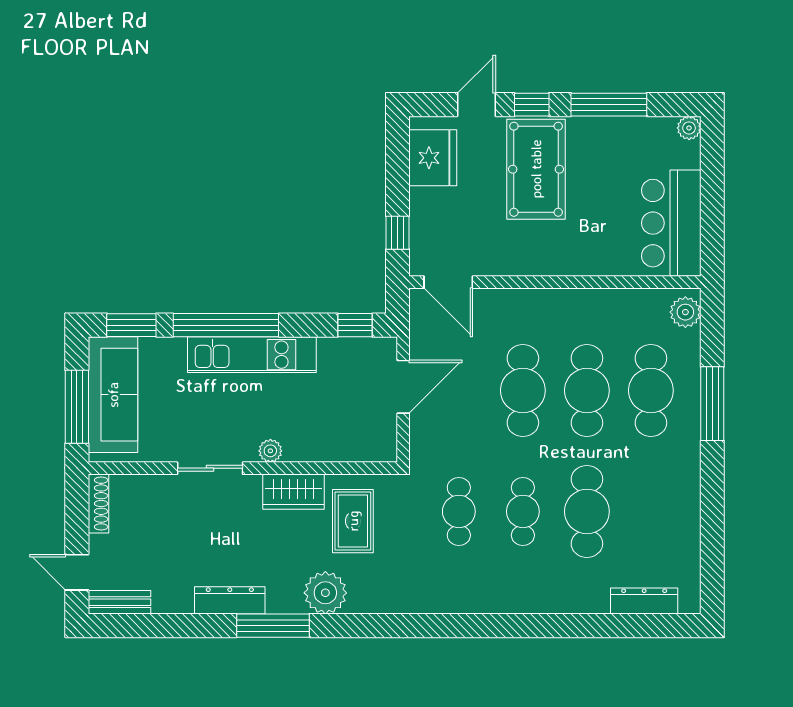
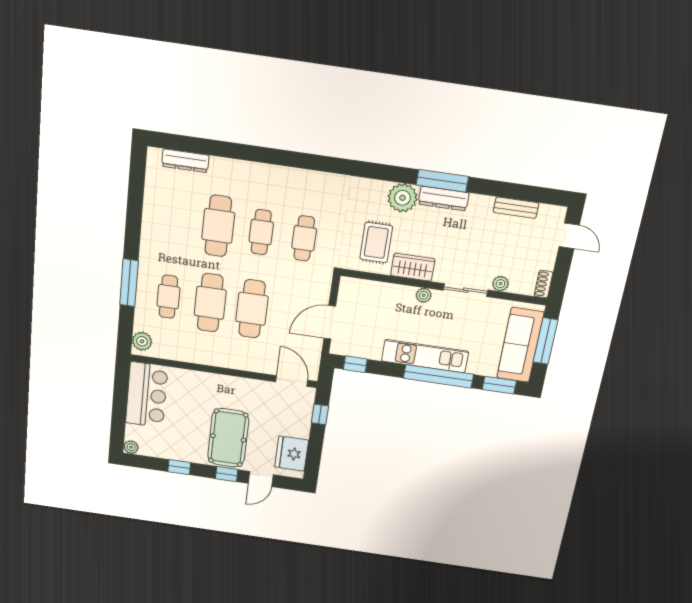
window: (609, 105) -> (179, 467), width x0.46
cafe table: (651, 391) -> (168, 297), width x0.73, depth x0.74
plant: (161, 486) -> (500, 284), added
shoe rack: (98, 504) -> (543, 284), width x0.70
dresser: (230, 600) -> (444, 198), moved
bench: (120, 602) -> (516, 208), moved

